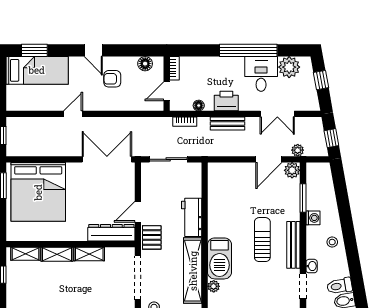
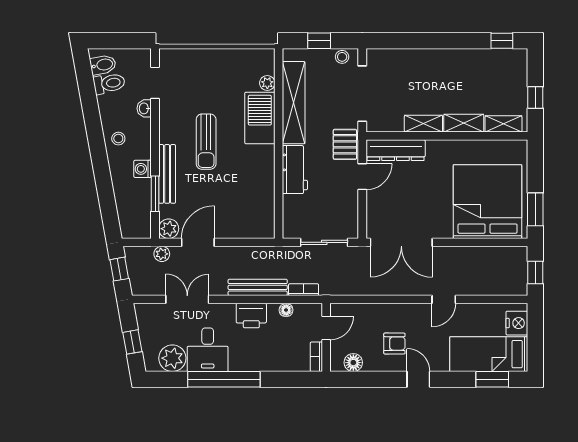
nightstand: (15, 95) -> (517, 323), added
bench: (227, 124) -> (258, 287), width x1.36
bench: (293, 245) -> (167, 174), moved

